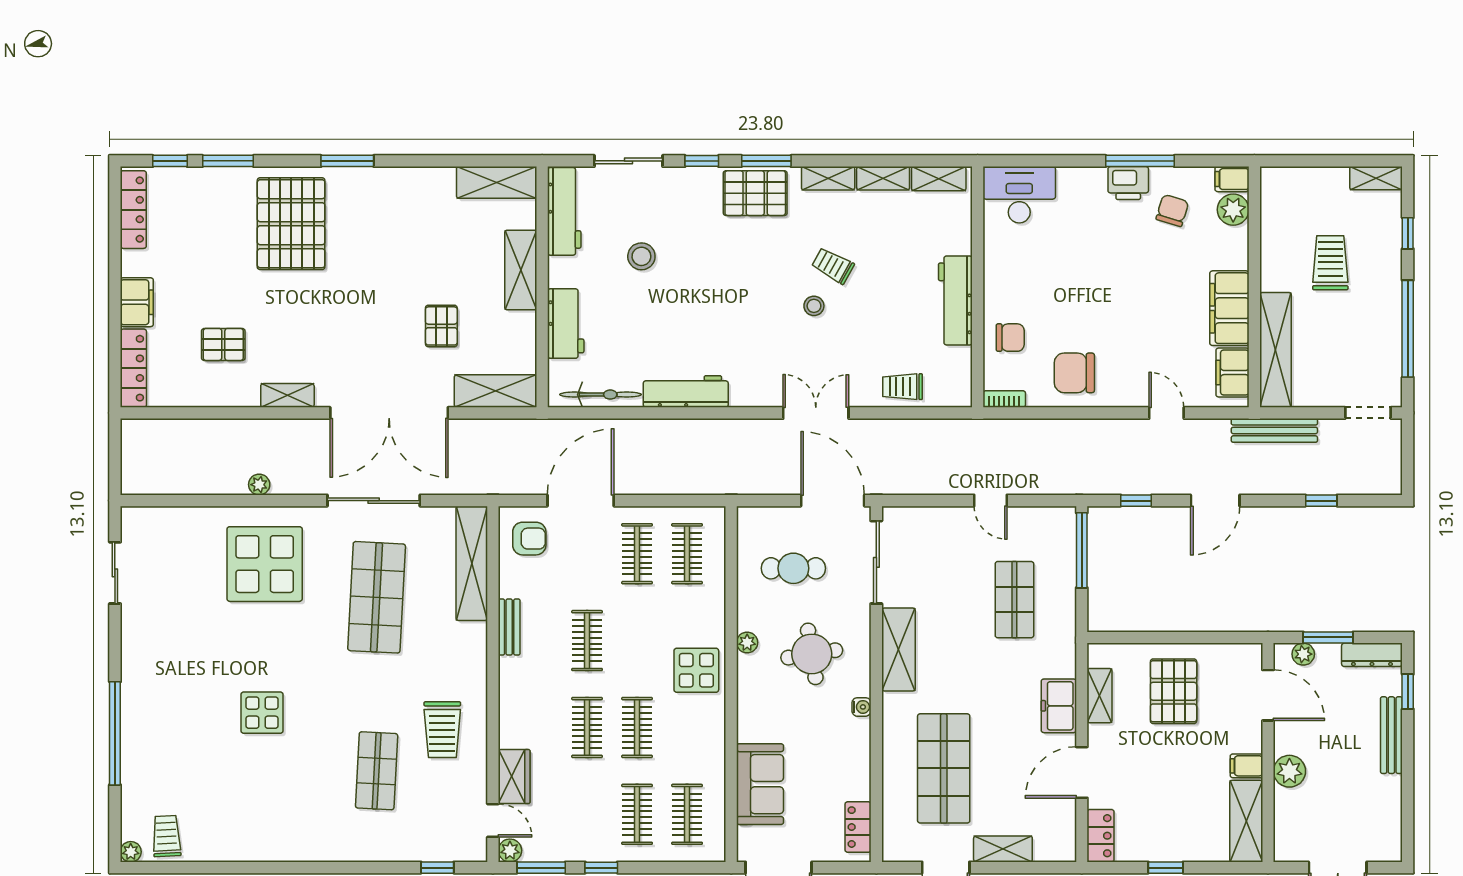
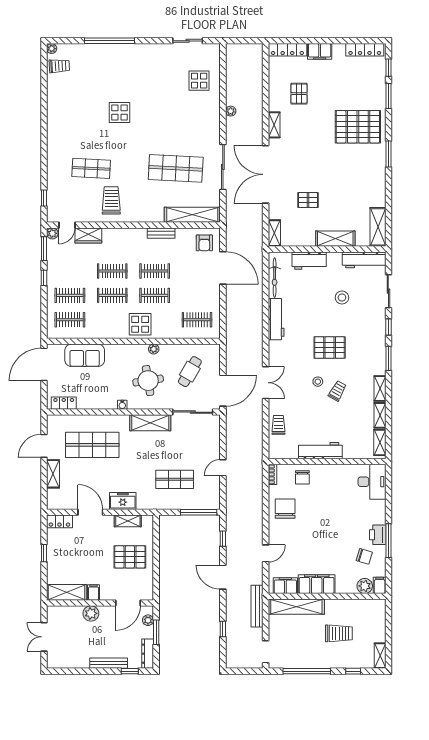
pallet: (755, 193) -> (330, 347), moved, turned 90
shelving: (496, 391) -> (274, 233), width x0.67, depth x0.75
clothes rail: (637, 554) -> (155, 295), moved
display table: (265, 564) -> (199, 81), moved, width x0.54, depth x0.54
cafe table: (793, 568) -> (190, 372), turned 30
trolley: (442, 730) -> (111, 200), turned 90

